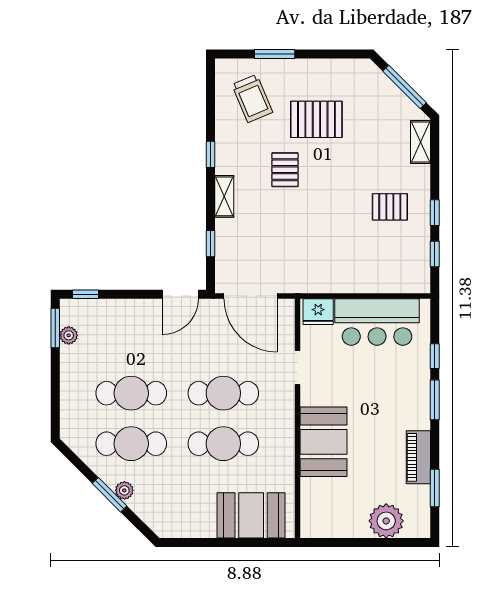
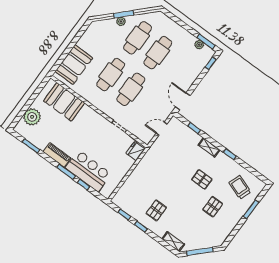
trolley: (252, 98) -> (240, 187), turned 43
pallet: (316, 119) -> (213, 207), width x0.67, depth x0.71
door: (251, 296) -> (162, 129), width x0.53
bar counter: (377, 322) -> (88, 171), moved, turned 90
booth: (323, 442) -> (64, 102), moved
piano: (418, 457) -> (57, 155), moved

